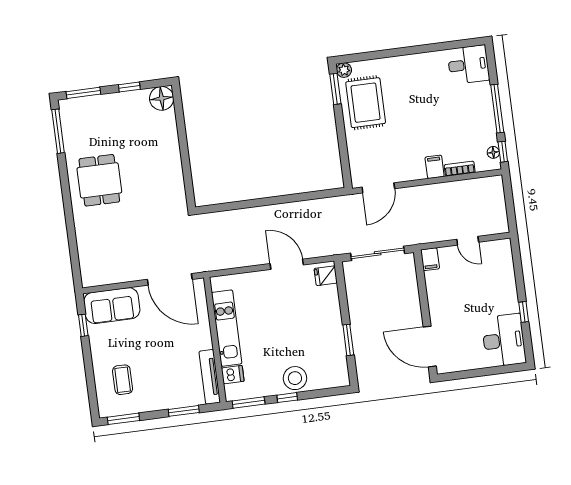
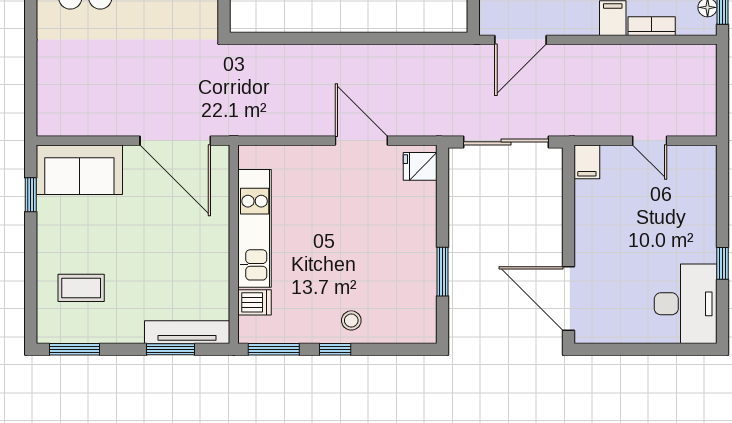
tv unit: (210, 377) -> (187, 332), moved, turned 90
stool: (295, 378) -> (351, 320), width x0.53, depth x0.53
coffee table: (123, 380) -> (81, 288), turned 90

